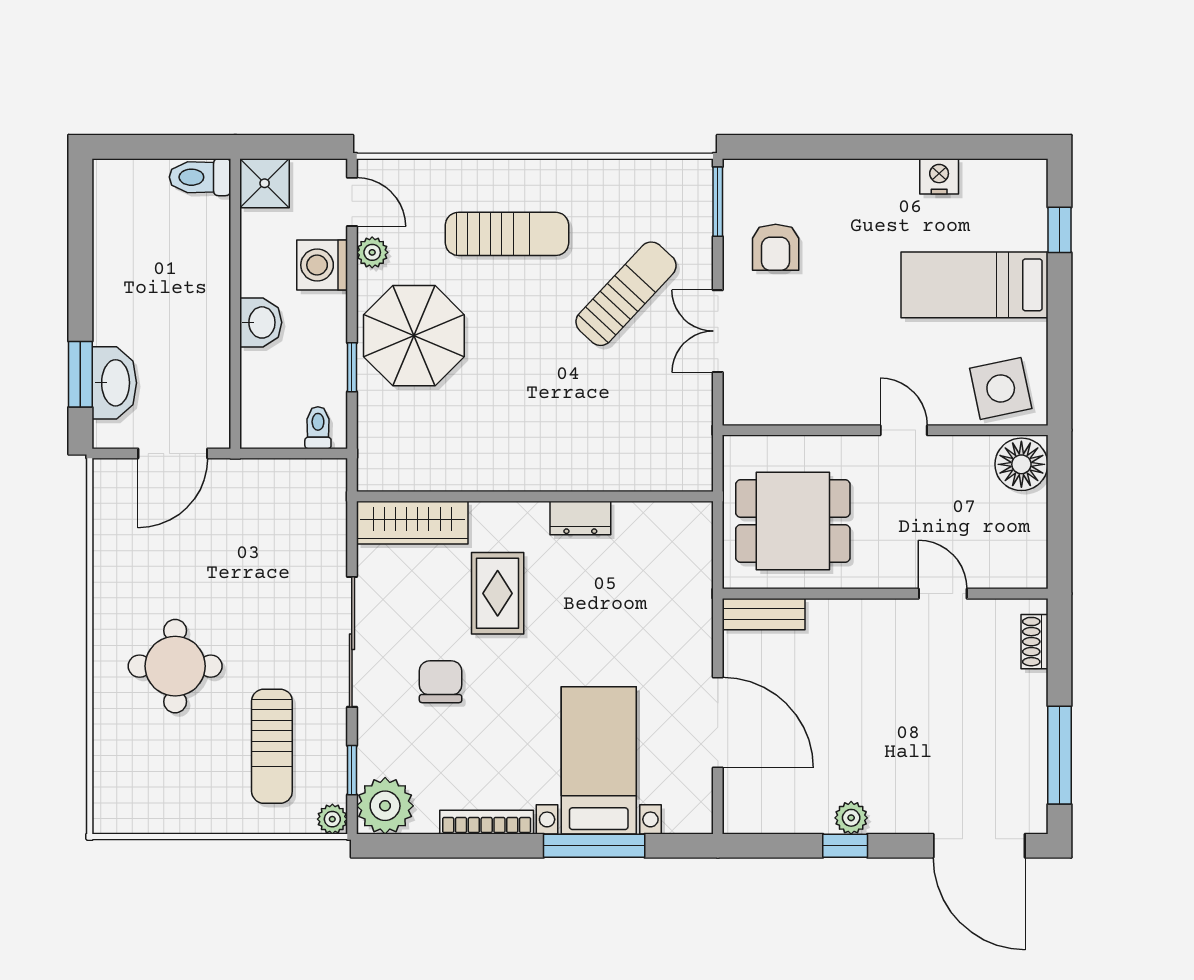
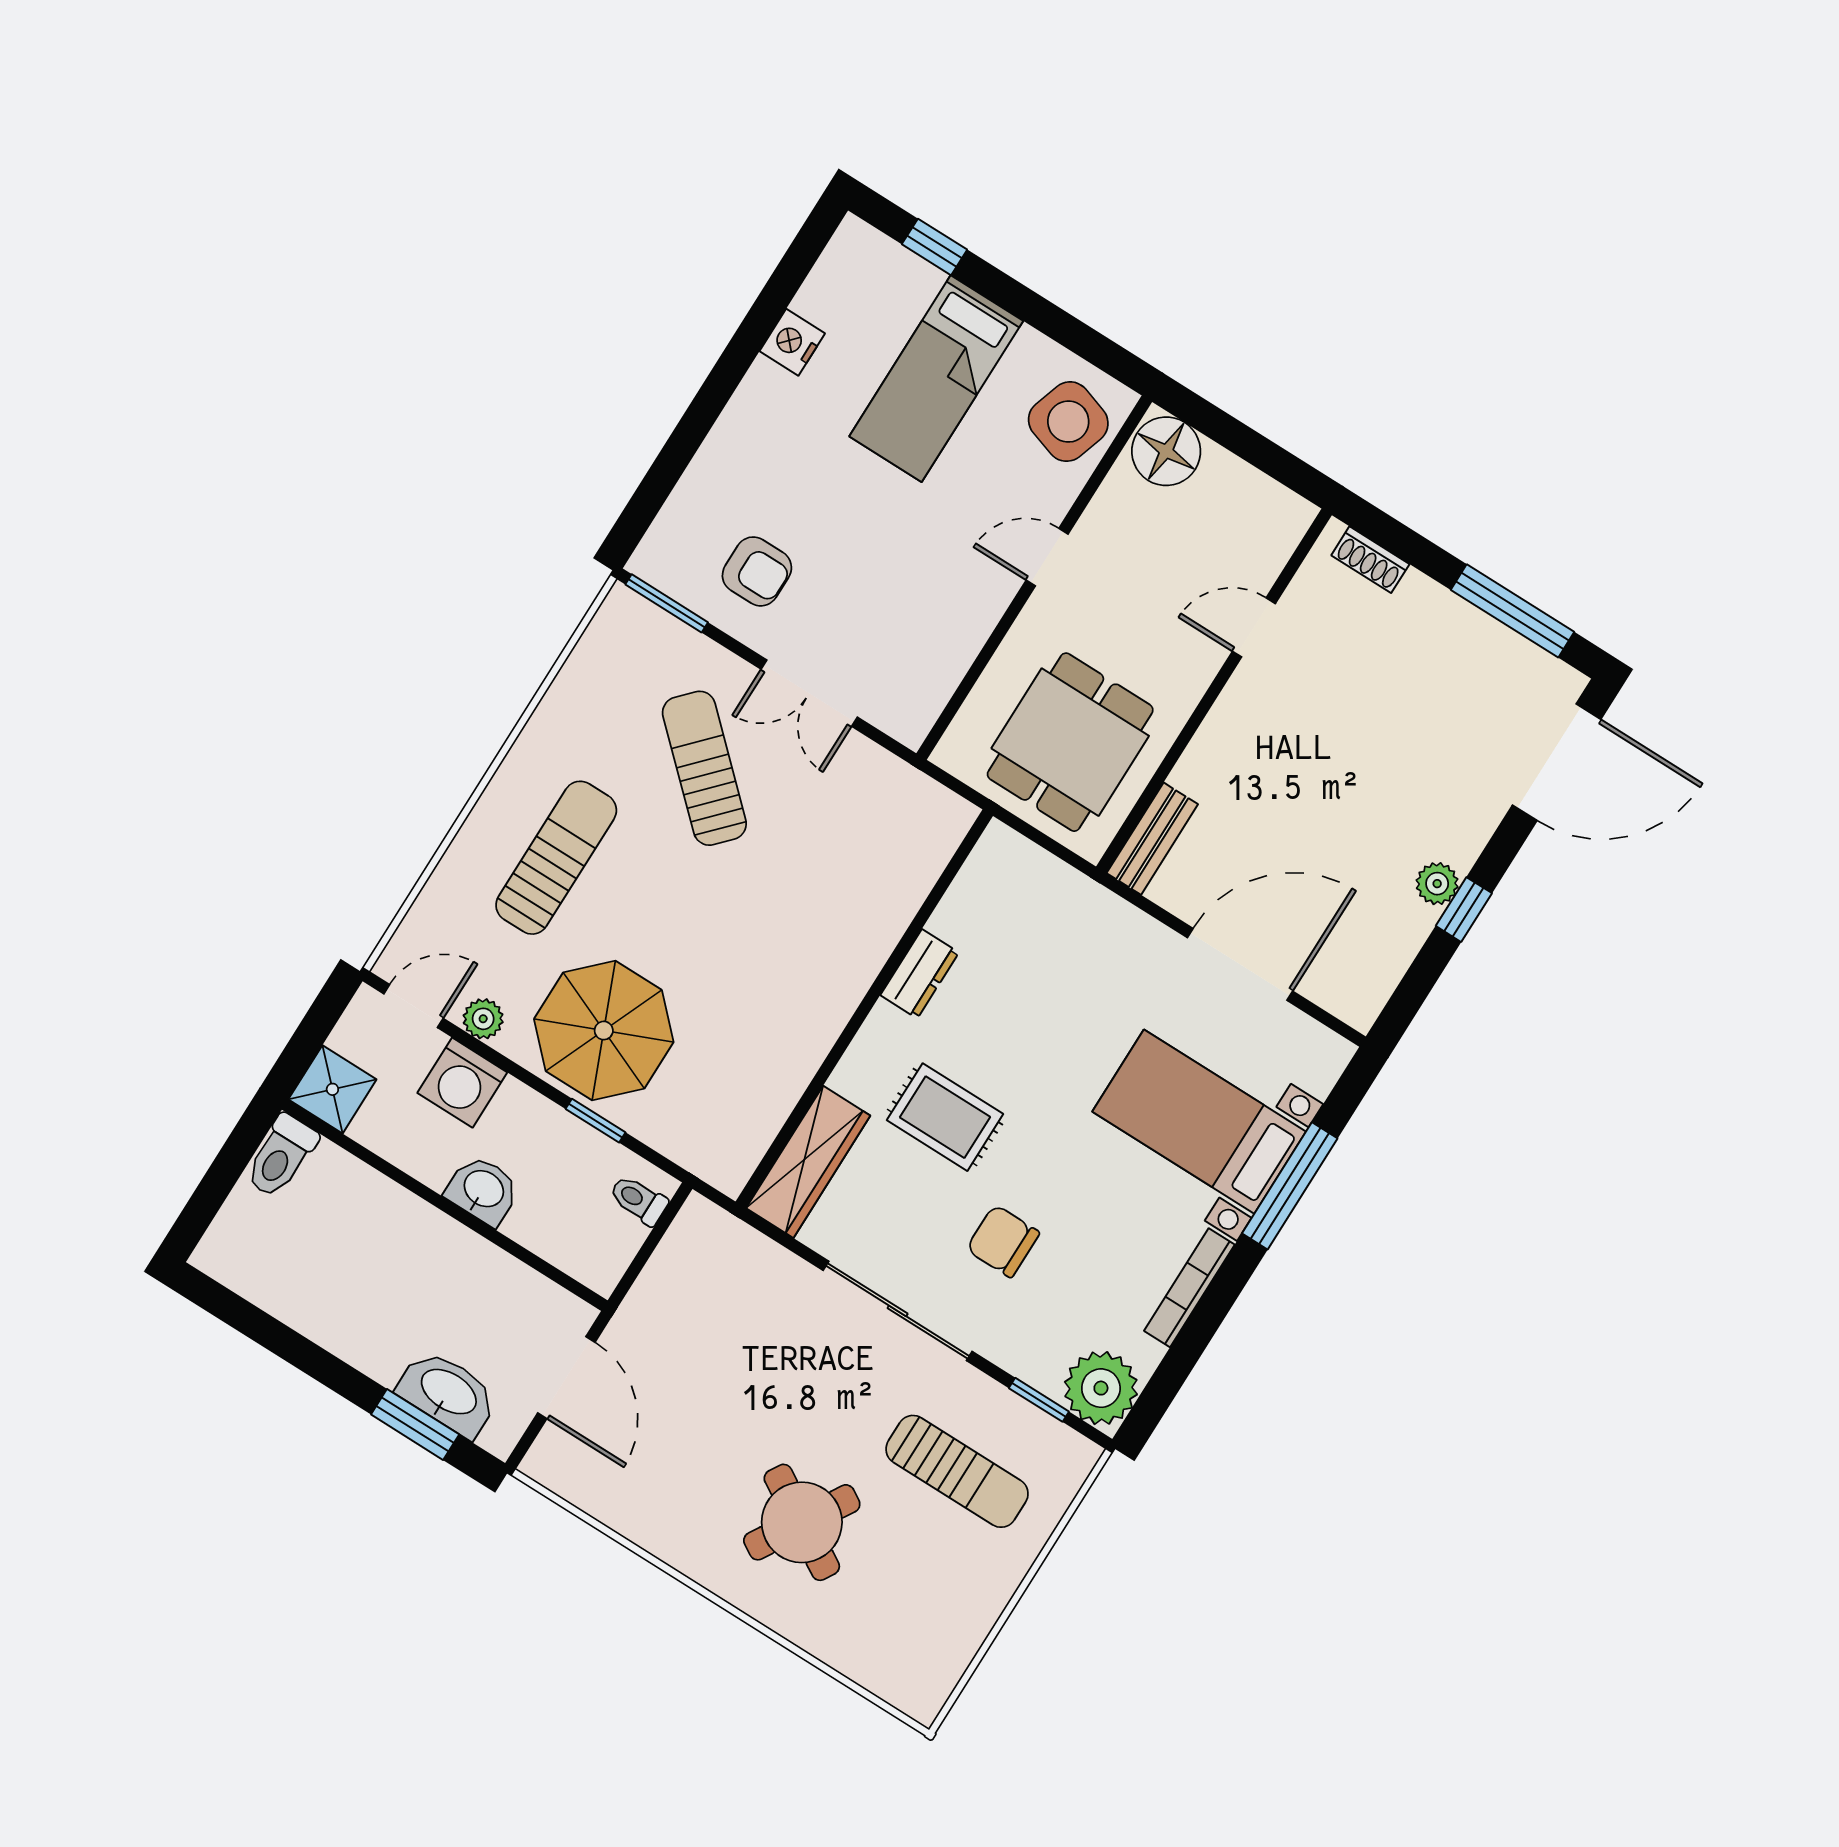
side table: (1001, 388) -> (1068, 422), turned 30
round table: (175, 666) -> (802, 1522), turned 31
plant: (332, 819) -> (1079, 1455), removed

